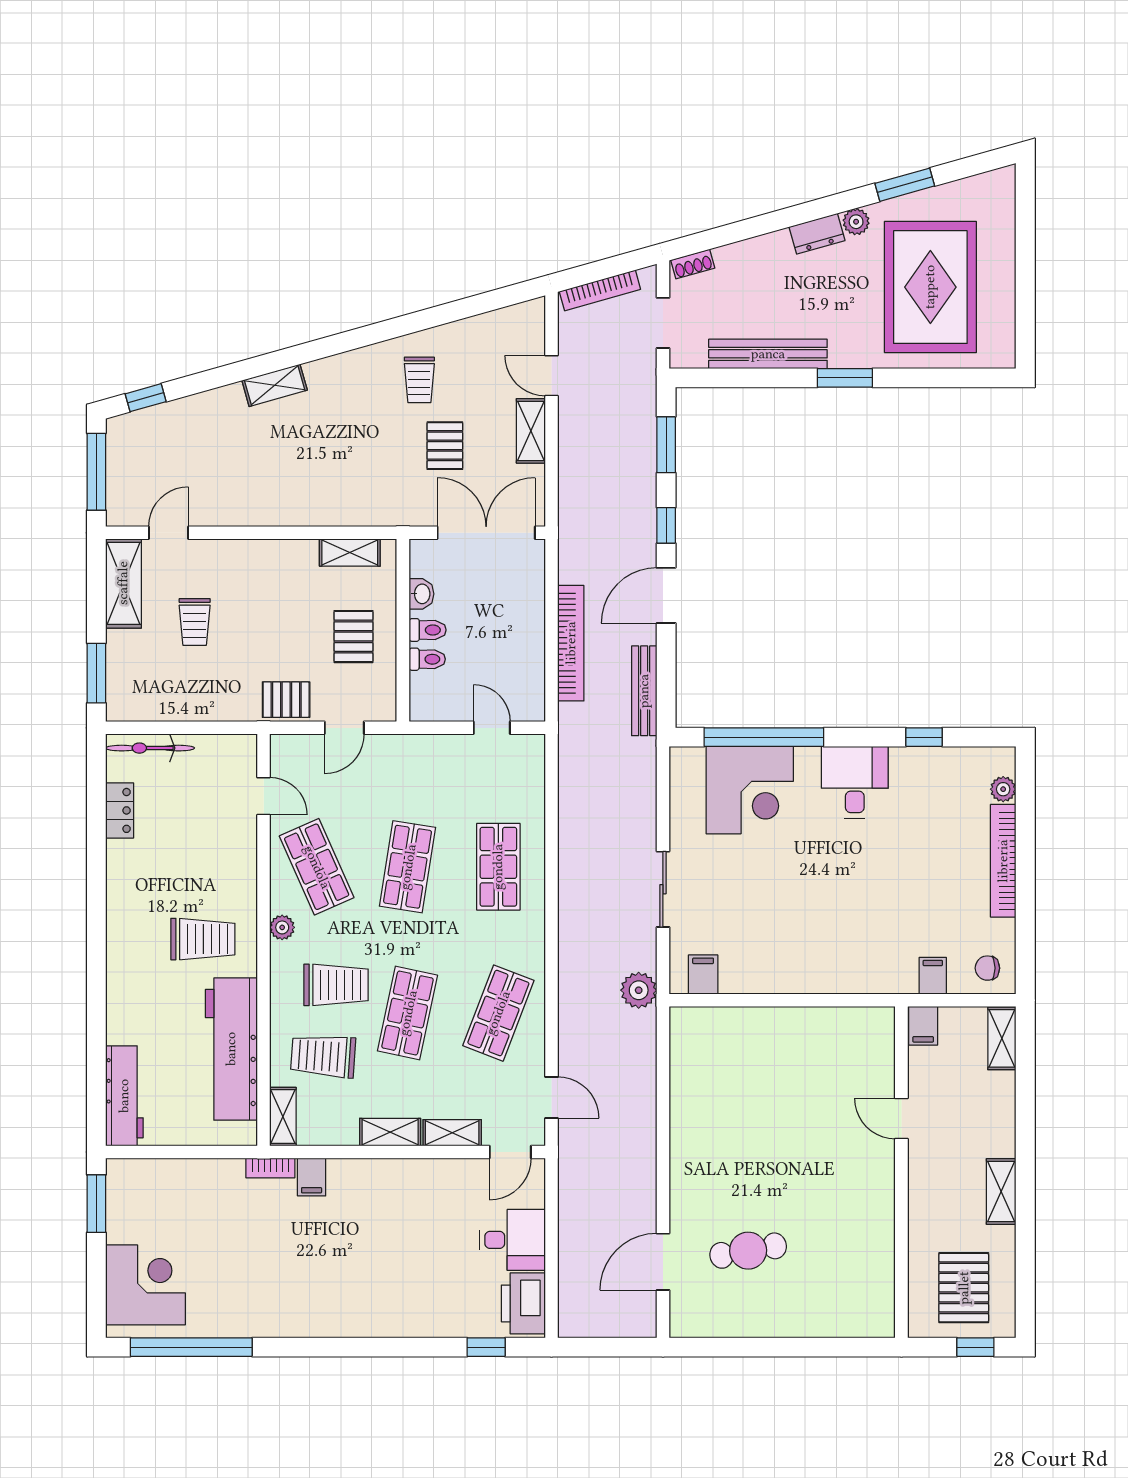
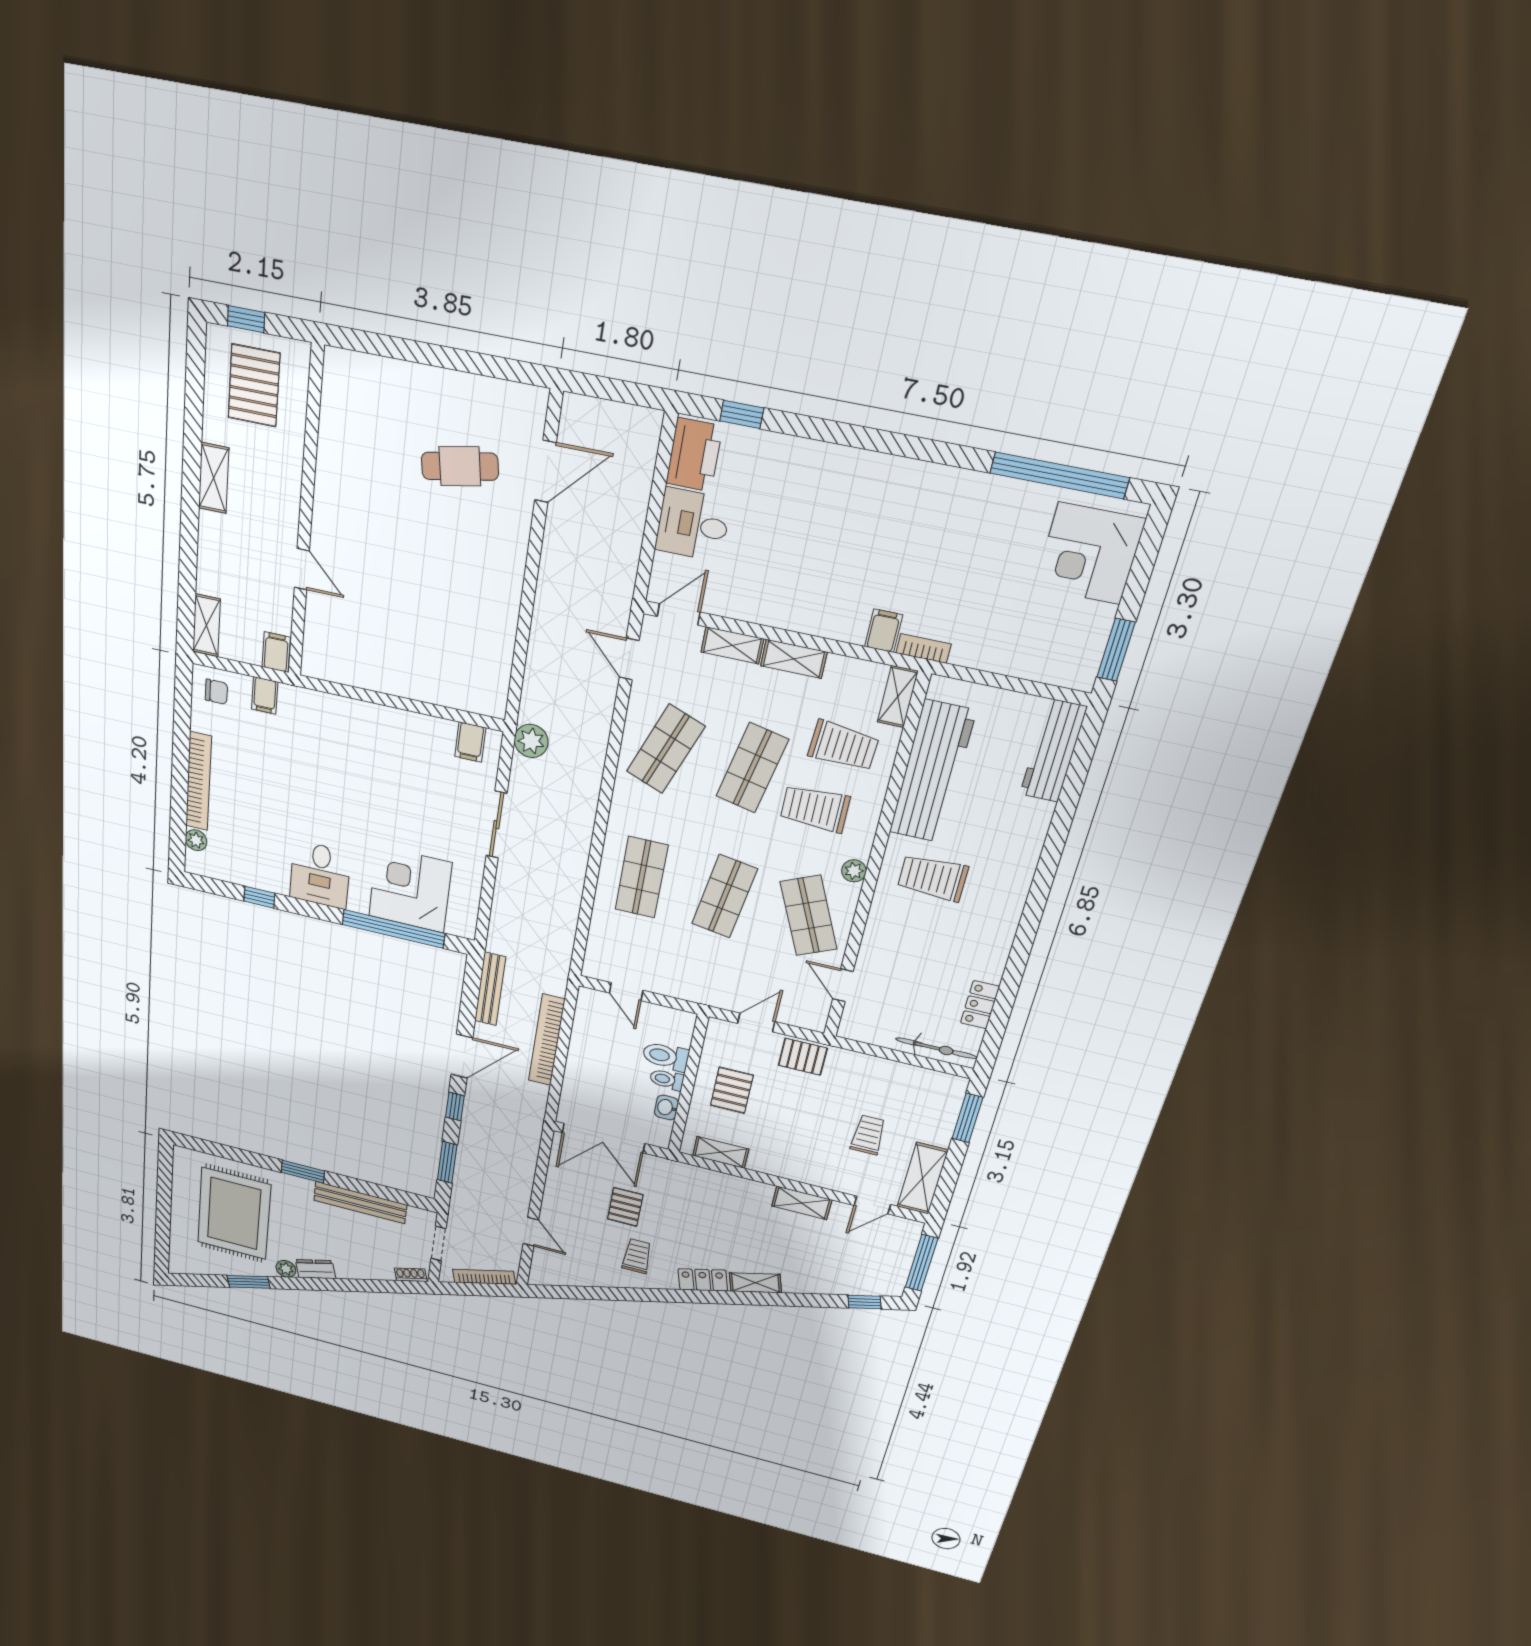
locker: (336, 370) -> (703, 1280), added
shelving: (531, 431) -> (802, 1203), moved, turned 90
toilet: (427, 659) -> (666, 1056), width x1.37, depth x1.39

